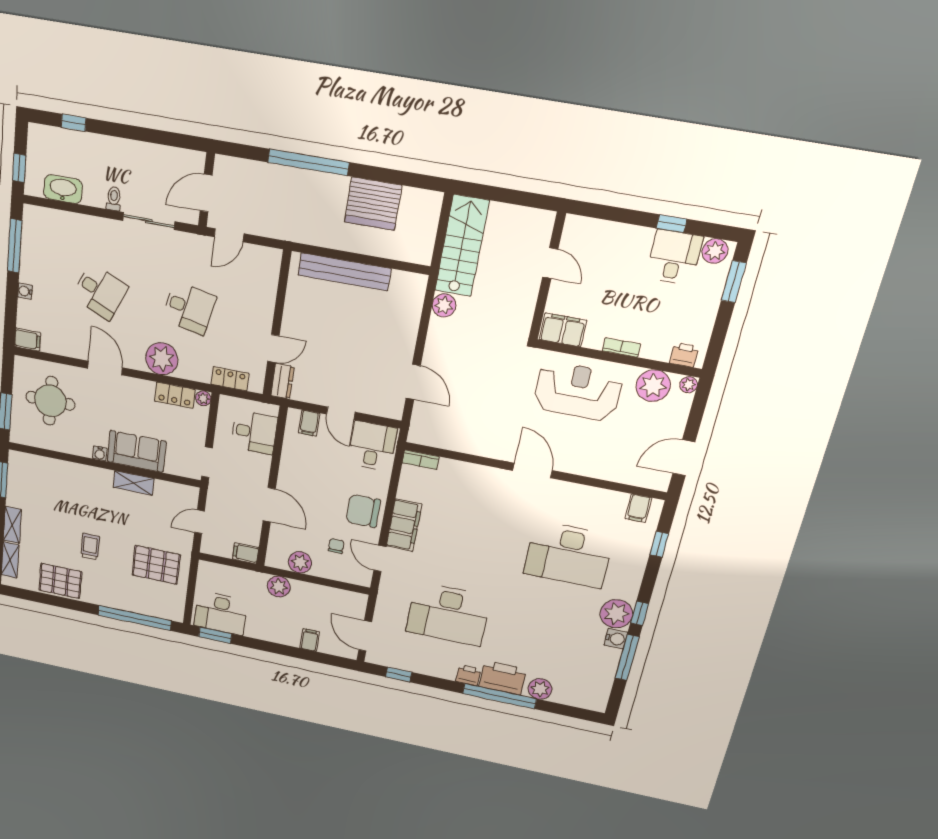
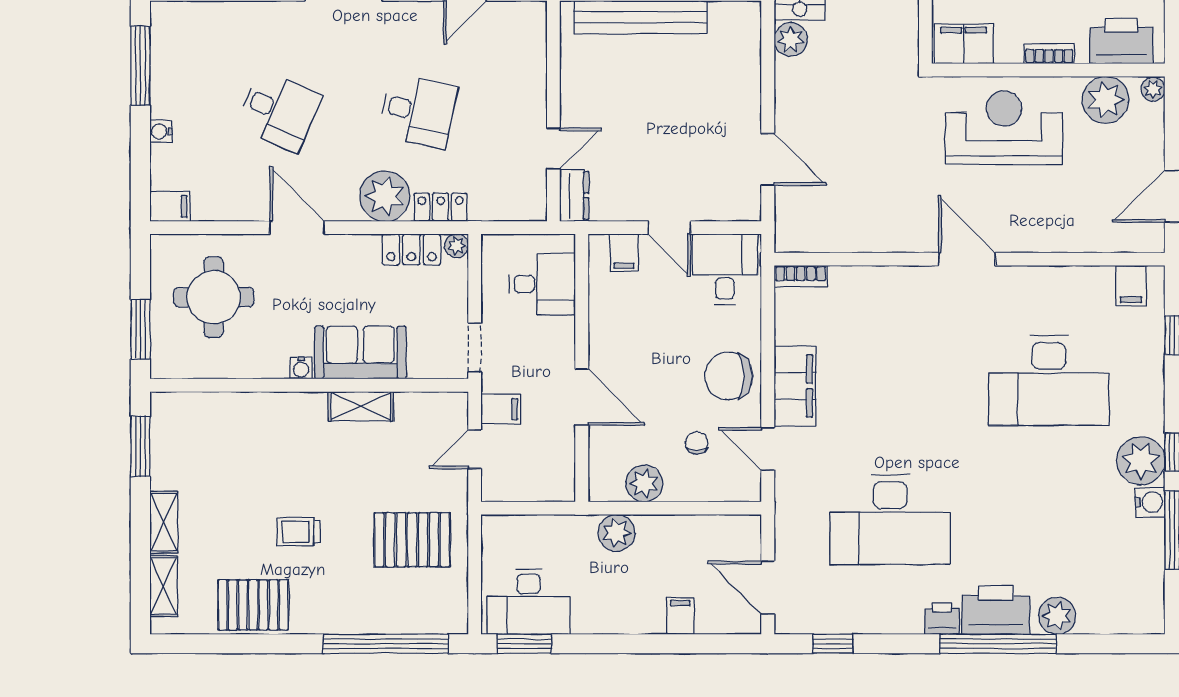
printer: (684, 355) -> (1121, 41), width x1.87, depth x1.48
locker: (230, 379) -> (441, 207), moved
trolley: (90, 547) -> (299, 532), turned -90
filing cabinet: (246, 553) -> (501, 409), moved, turned 180

